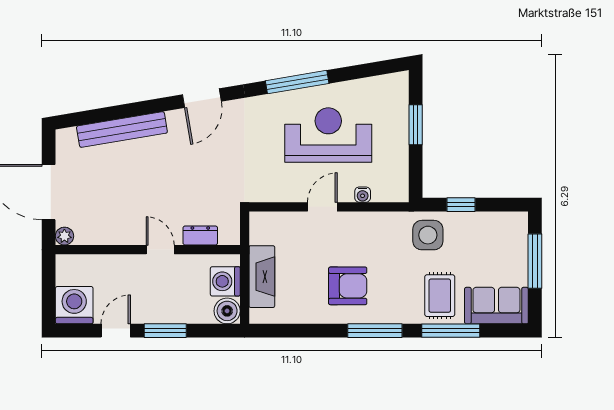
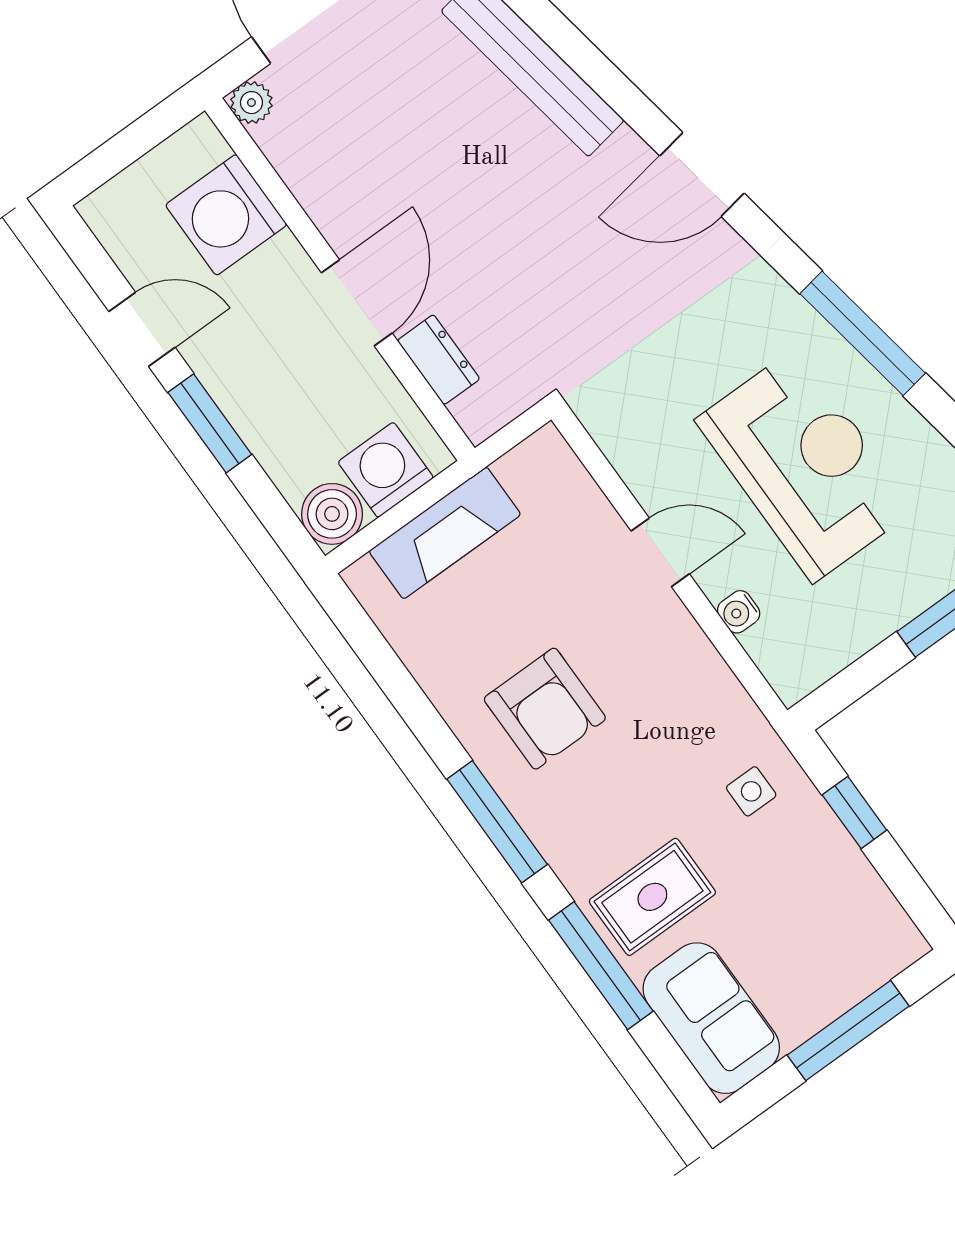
side table: (428, 235) -> (751, 791), width x0.54, depth x0.54
door: (160, 250) -> (357, 303), width x1.38
washing machine: (74, 305) -> (226, 215), moved, turned 180

